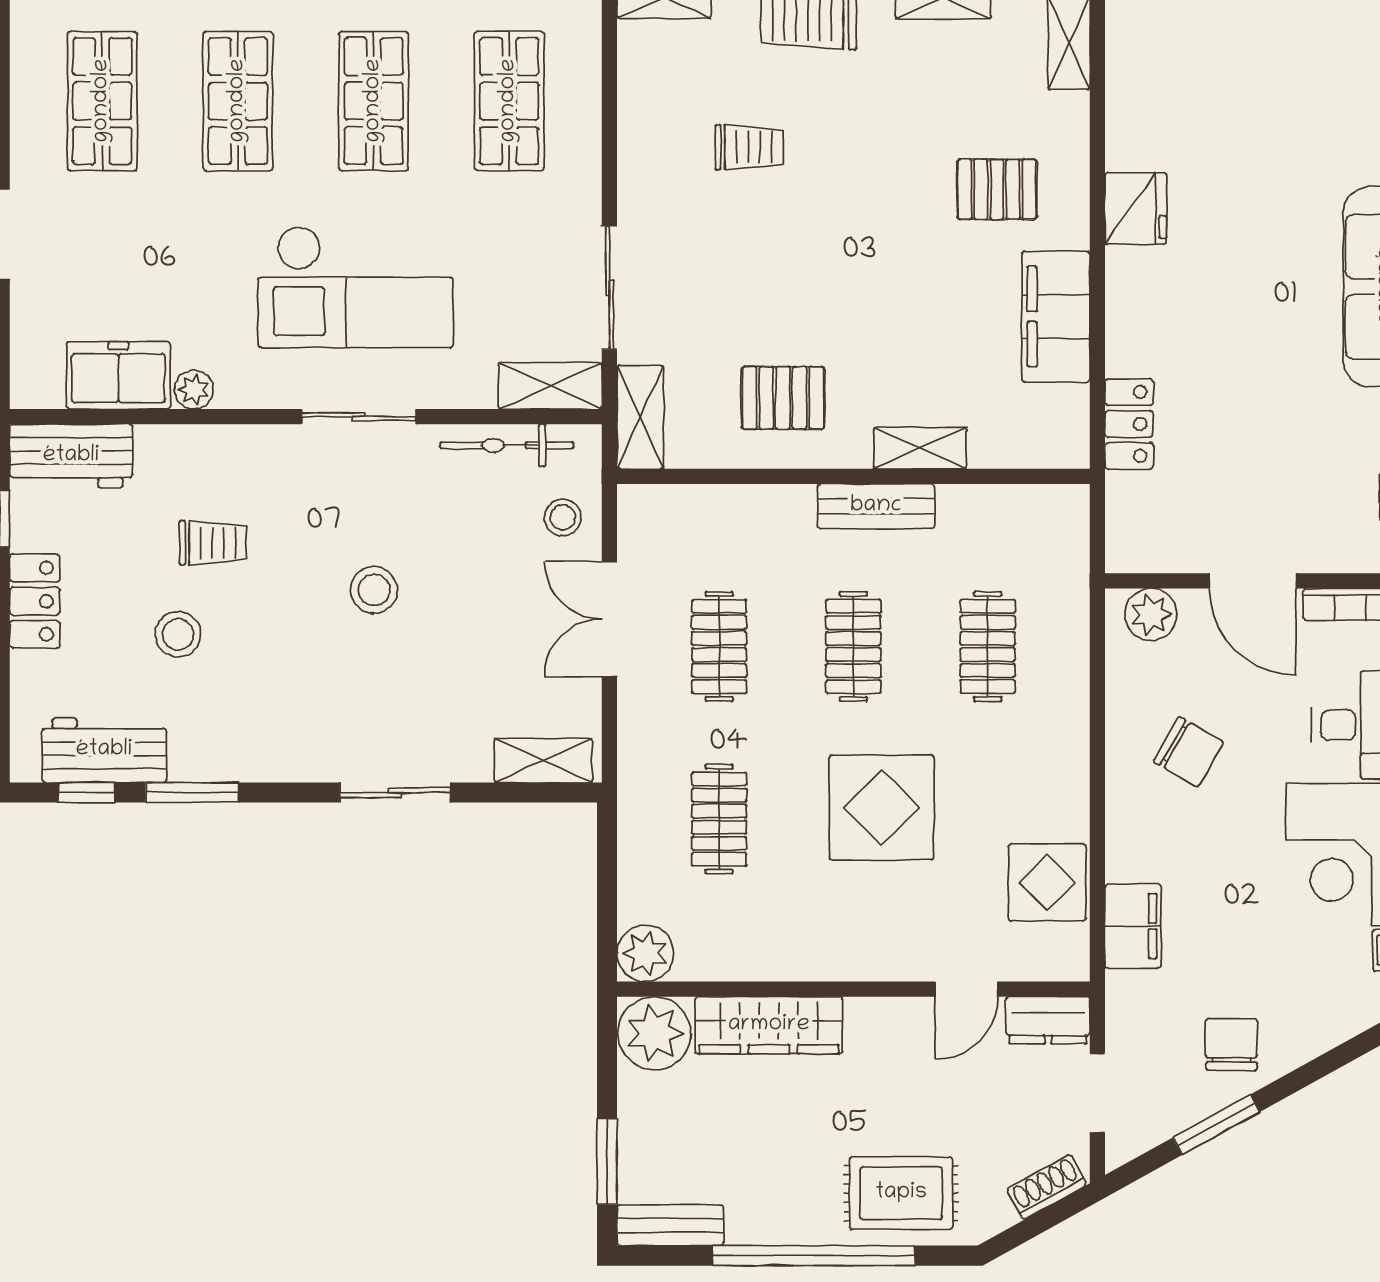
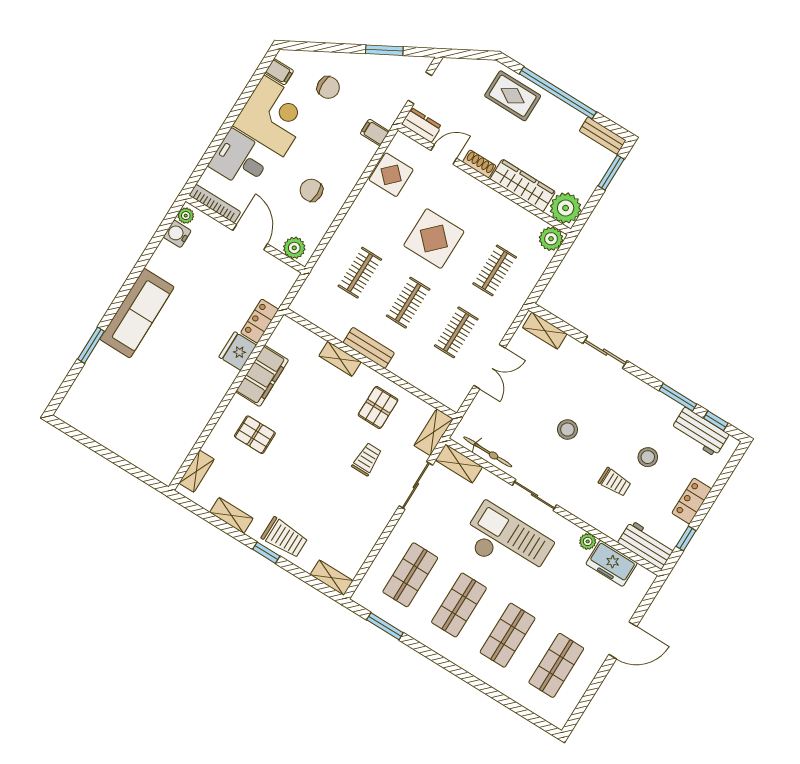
trolley: (749, 147) -> (367, 459), moved, turned 90
fridge: (1136, 208) -> (238, 351), moved
pallet: (783, 398) -> (378, 407), turned 90
stool: (563, 517) -> (484, 414), removed
trolley: (213, 543) -> (615, 482), turned 180
chair: (1188, 752) -> (311, 190), turned -30
filing cabinet: (1133, 926) -> (375, 132), width x0.50
chair: (1231, 1044) -> (328, 87), moved, turned -90
shoe rack: (1047, 1187) -> (479, 164), moved, turned -151

